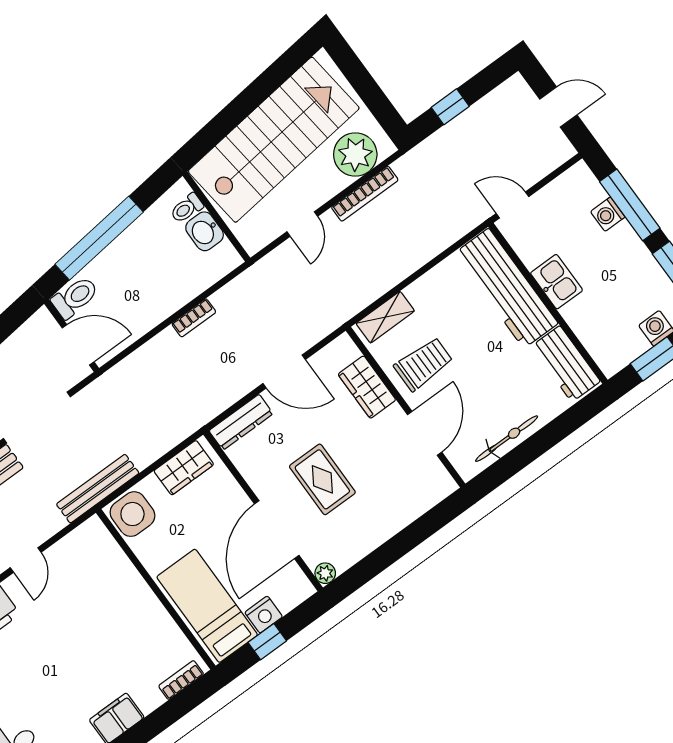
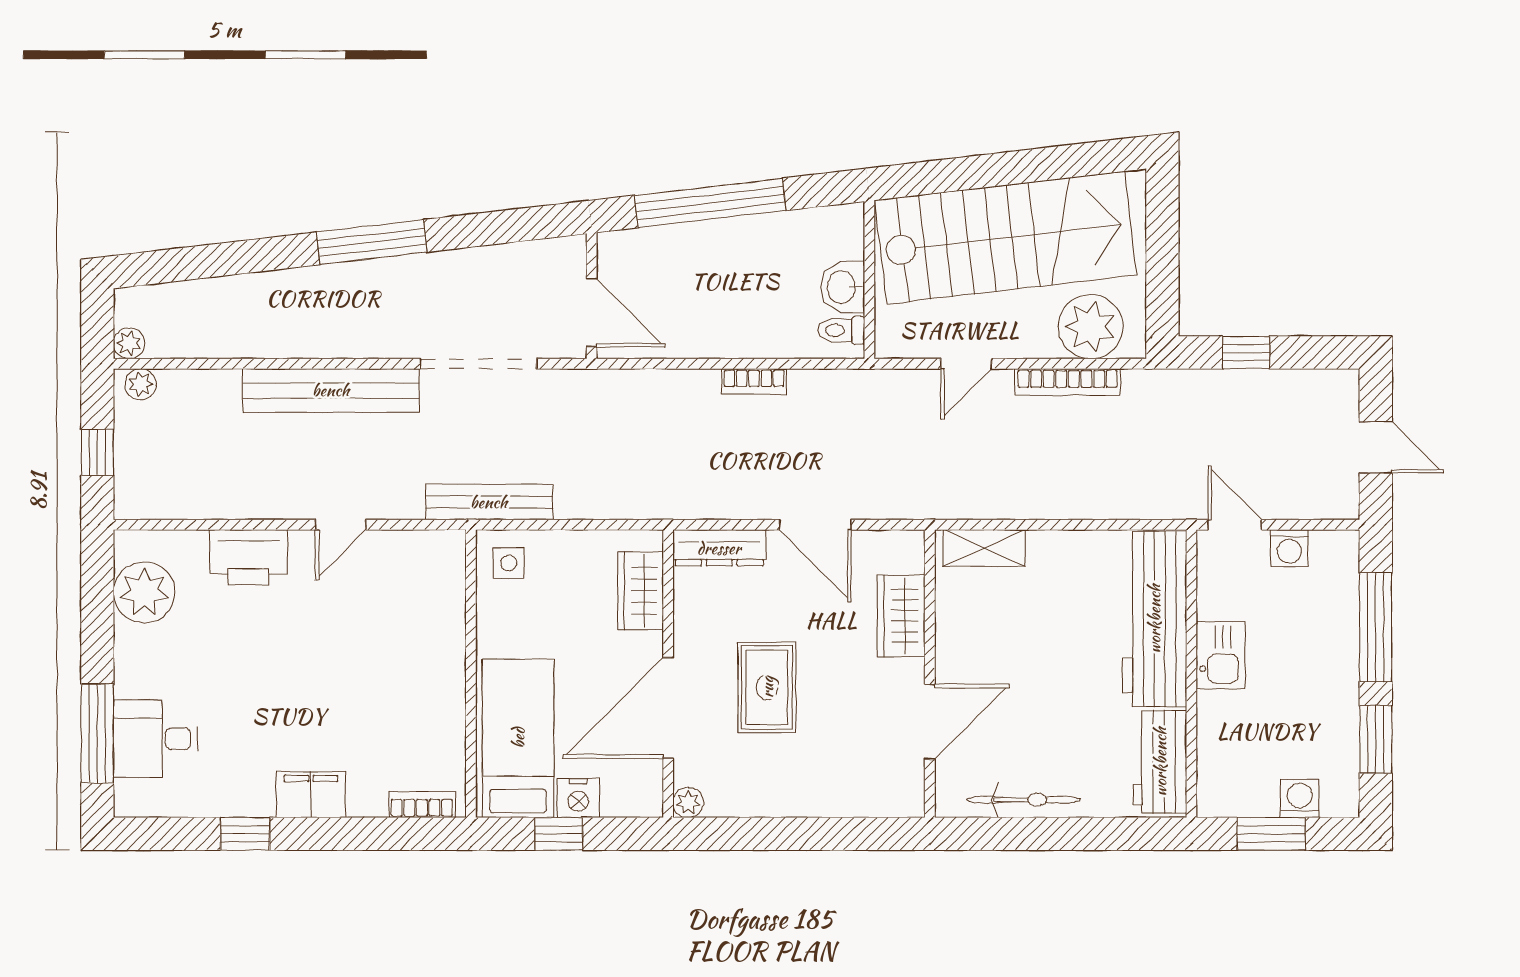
toilet: (187, 208) -> (841, 330), moved
washing machine: (608, 214) -> (1289, 548), moved, turned -90
toilet: (75, 297) -> (629, 253), removed
trolley: (423, 364) -> (989, 637), removed
wardrobe: (184, 468) -> (641, 591), moved, turned 90
side table: (132, 514) -> (509, 563), width x0.54, depth x0.54

